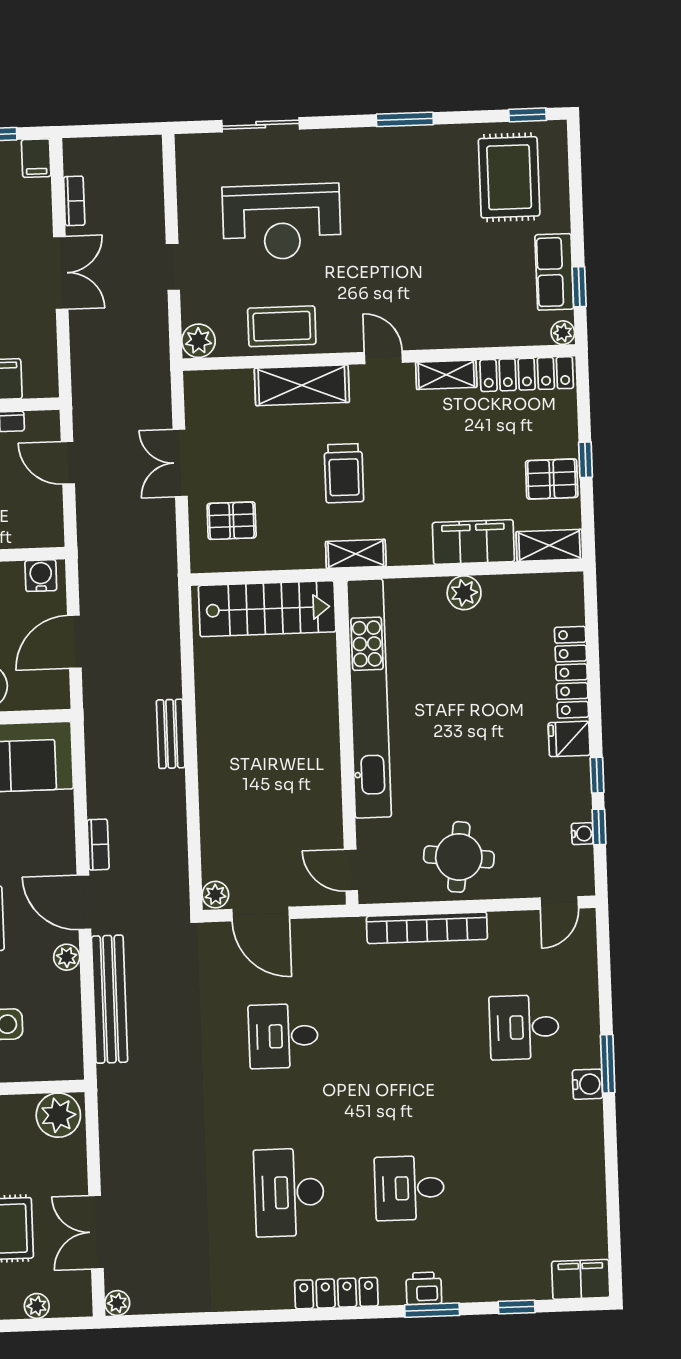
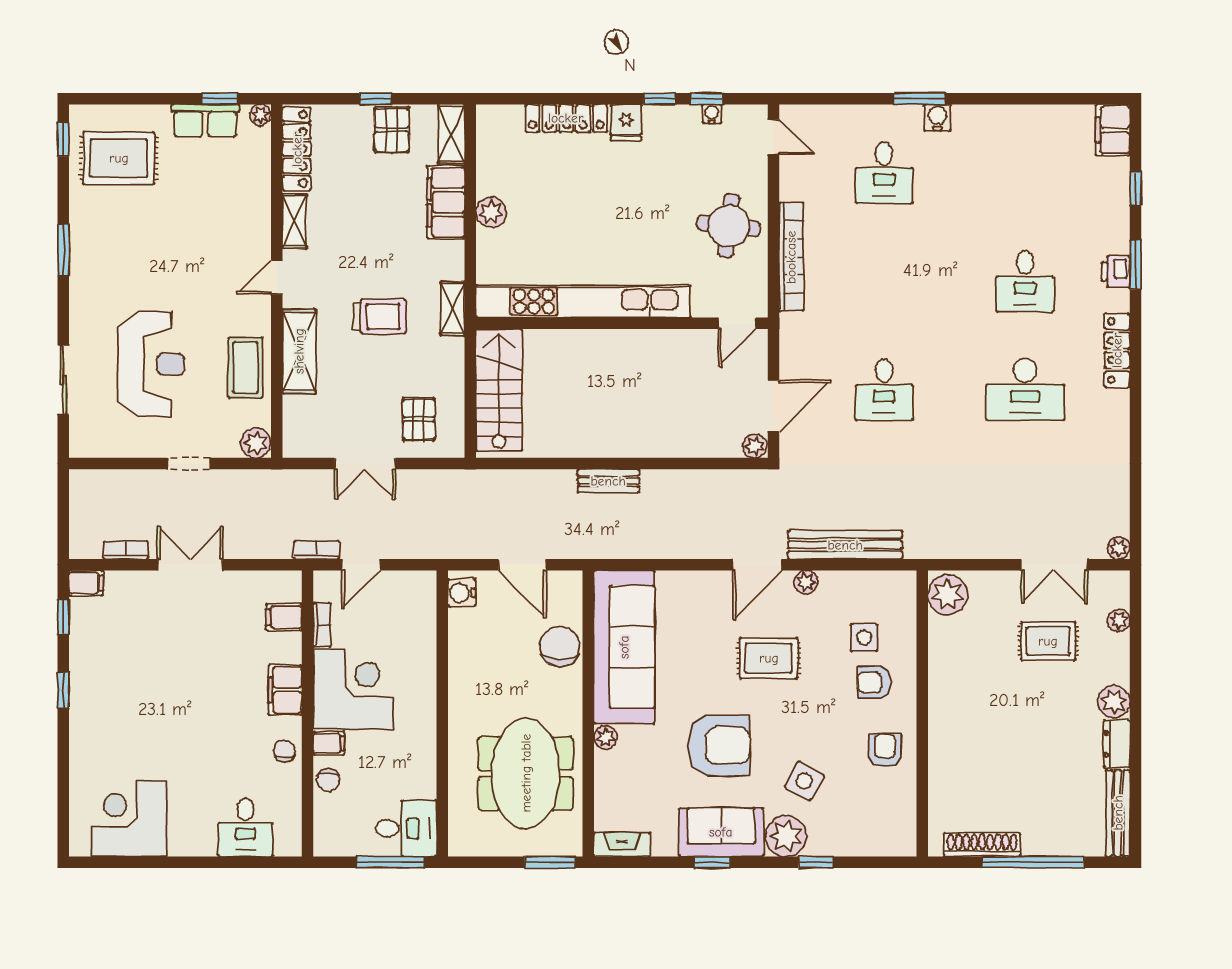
bookcase: (98, 845) -> (316, 550), moved

